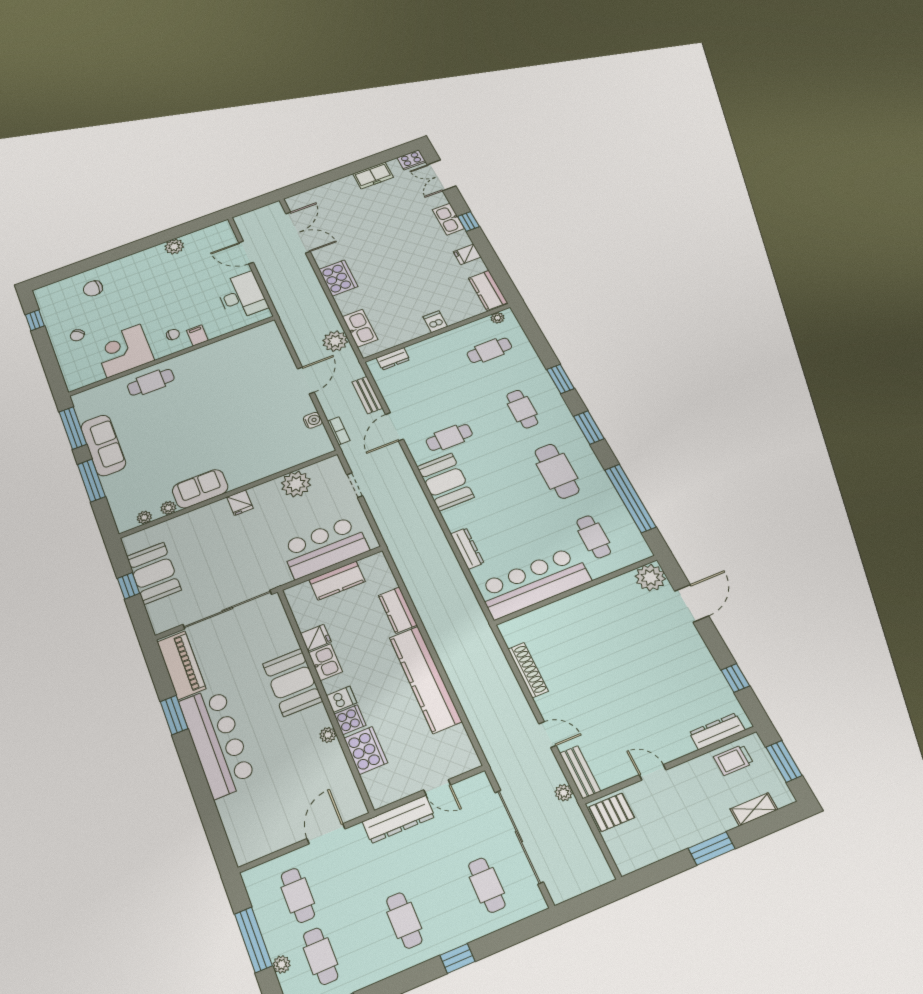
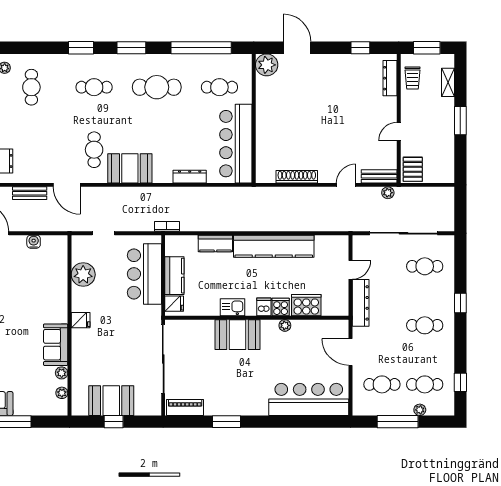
bookcase: (339, 431) -> (167, 226), moved
fridge: (316, 638) -> (174, 304), moved, turned 90
piano: (181, 665) -> (185, 407), width x0.73, depth x0.75
bar counter: (217, 741) -> (309, 399), moved

